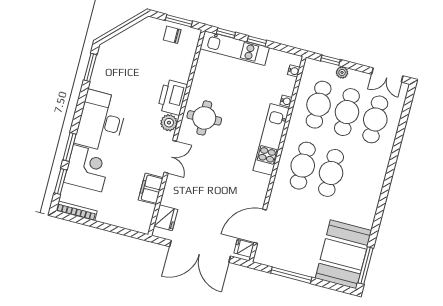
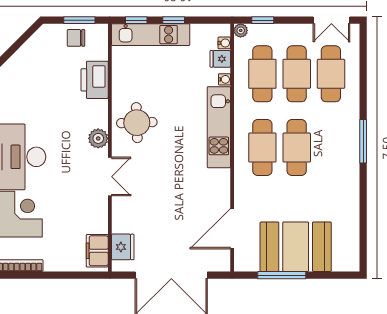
plant: (342, 72) -> (241, 30), moved
printer: (172, 97) -> (95, 80), moved
filing cabinet: (151, 189) -> (97, 251), moved
fridge: (244, 248) -> (220, 59), moved
booth: (343, 254) -> (296, 247), moved, turned 90
window: (366, 266) -> (363, 141), moved

